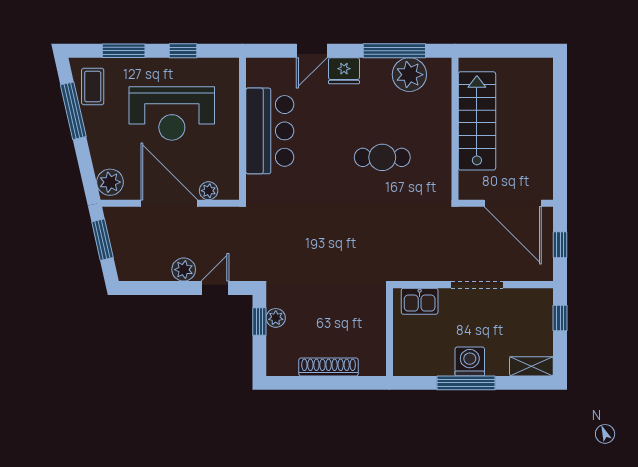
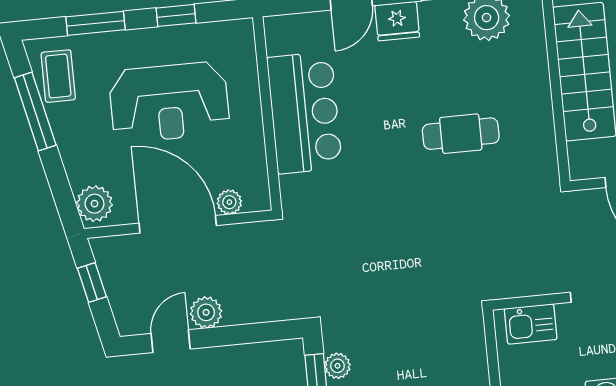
window: (102, 240) -> (92, 283), width x0.67
door: (215, 288) -> (171, 341), moved

